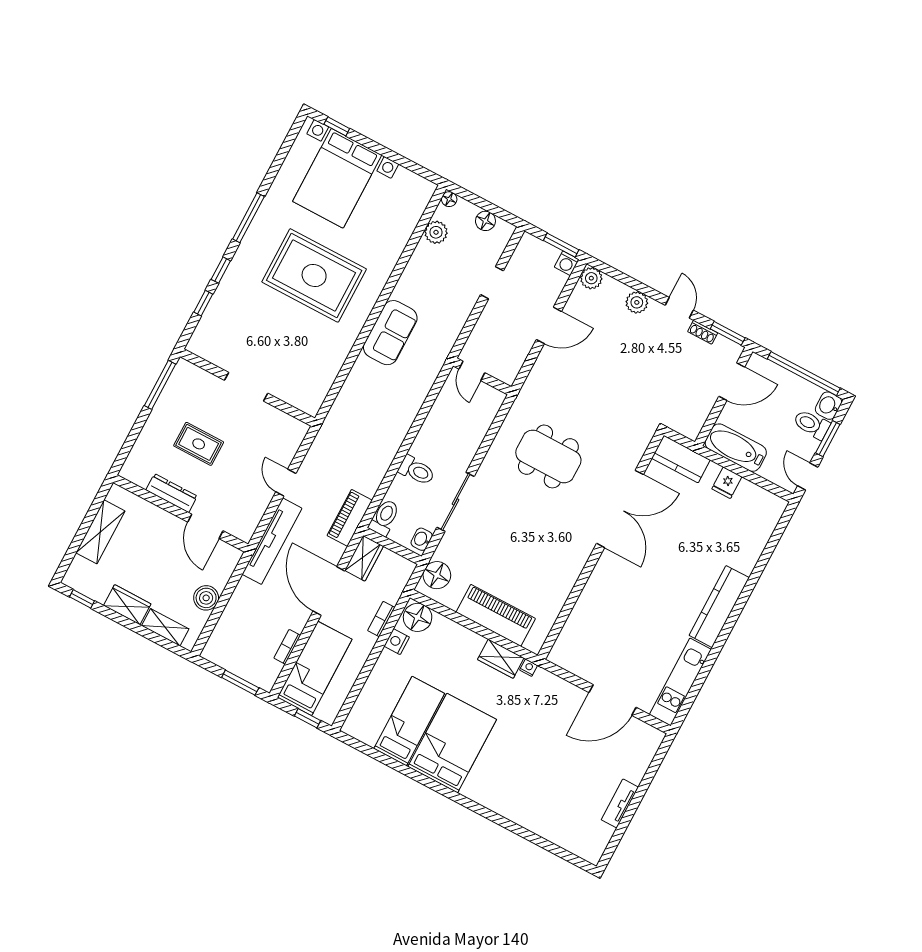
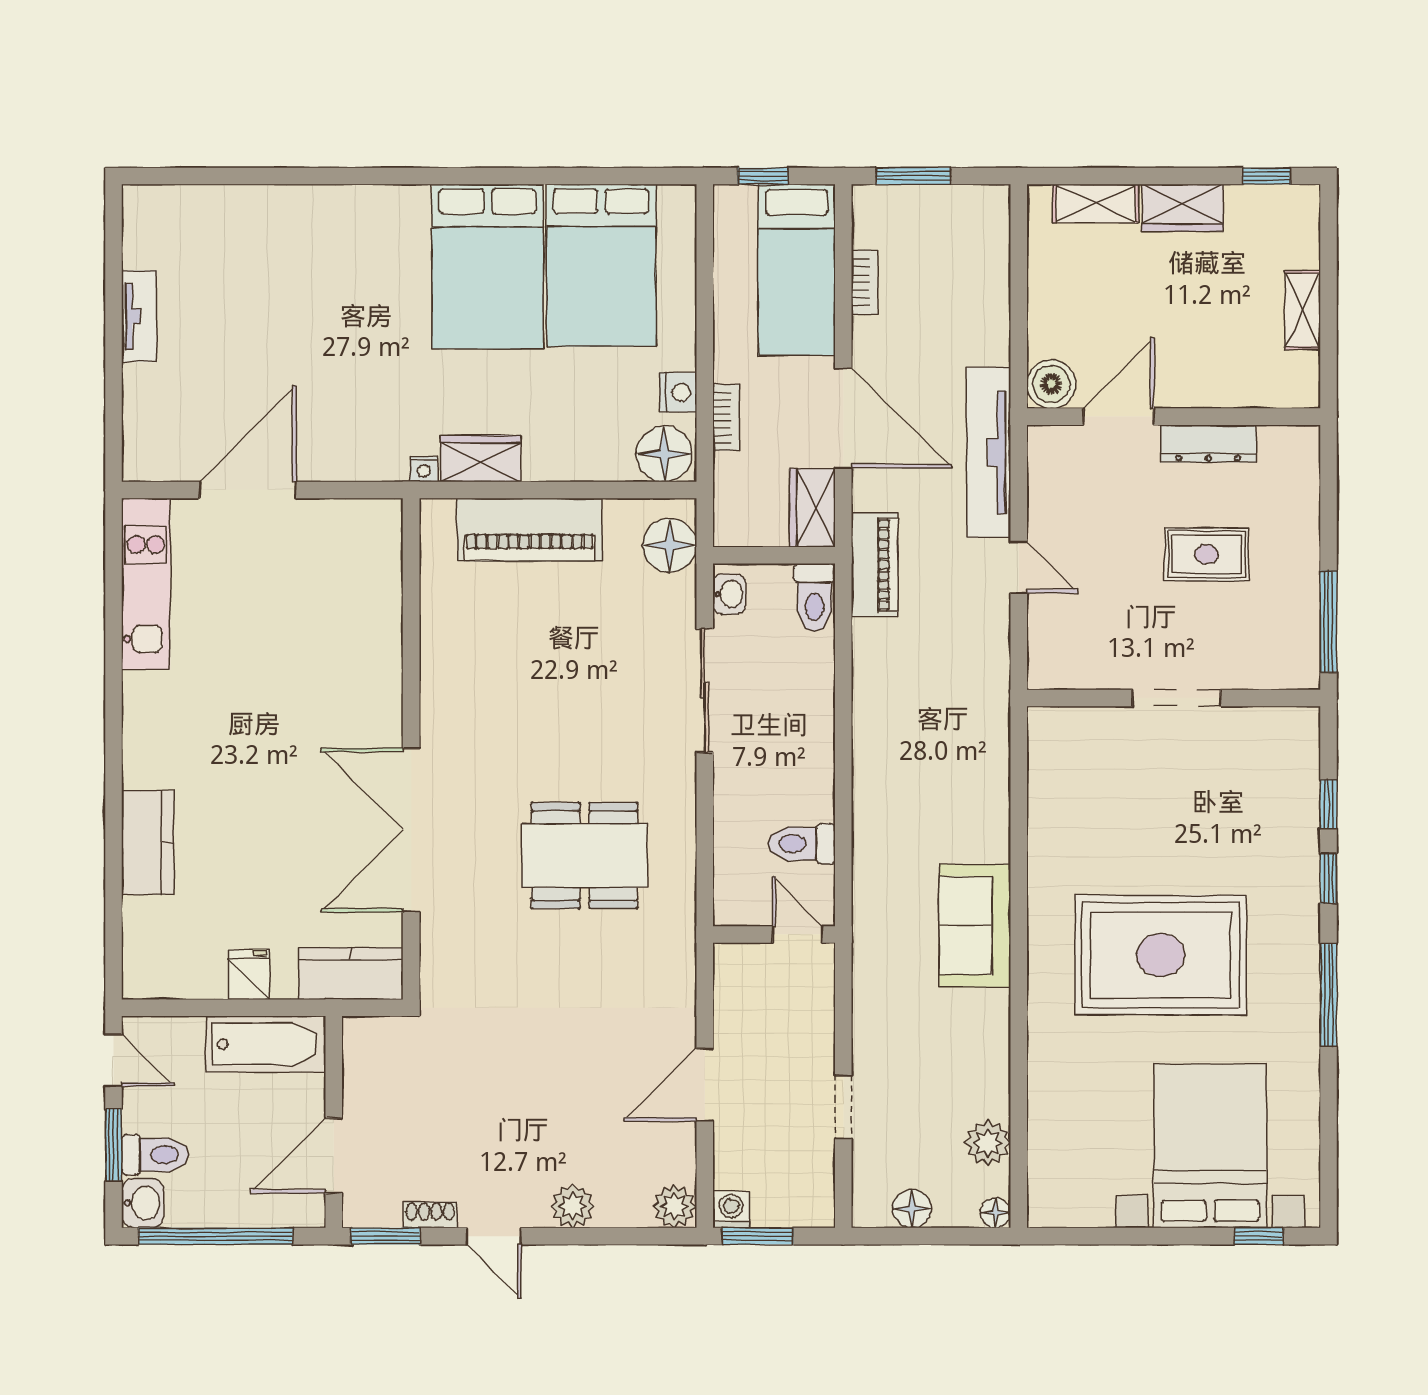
toilet: (417, 470) -> (802, 844), moved
door: (205, 526) -> (1118, 417), hinge flipped
shelving: (100, 532) -> (1303, 310), width x0.67, depth x0.75
boiler: (206, 598) -> (1051, 384), moved
kitchen counter: (719, 607) -> (148, 843), moved, width x0.67
bed: (409, 721) -> (601, 265), width x1.50

